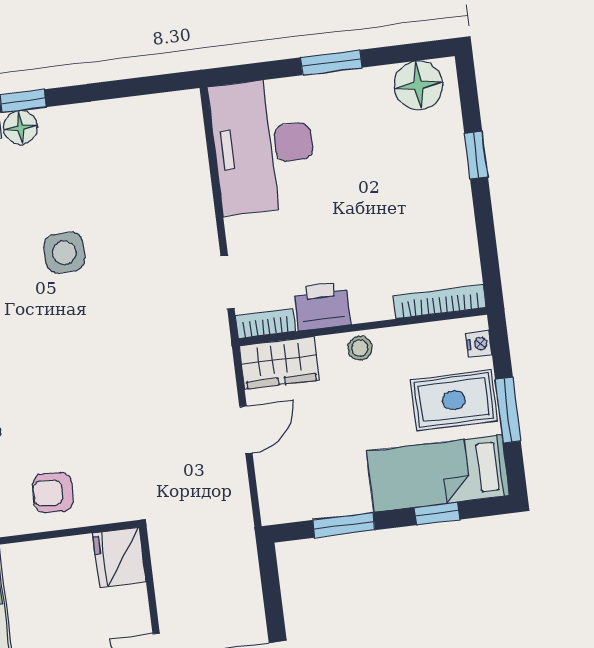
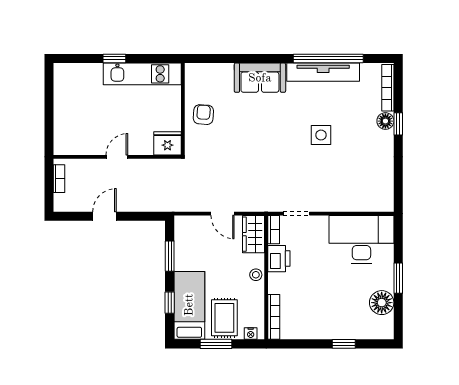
floor lamp: (418, 85) -> (382, 303), moved

